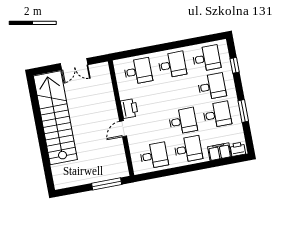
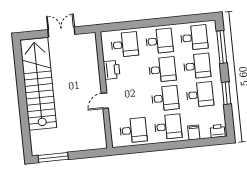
double door: (74, 64) -> (61, 32), swing flipped
window: (235, 65) -> (222, 47), width x2.17
desk: (177, 93) -> (162, 70), added
printer: (129, 108) -> (112, 70), moved
filing cabinet: (219, 152) -> (194, 132), width x0.50
window: (107, 184) -> (53, 157), moved

